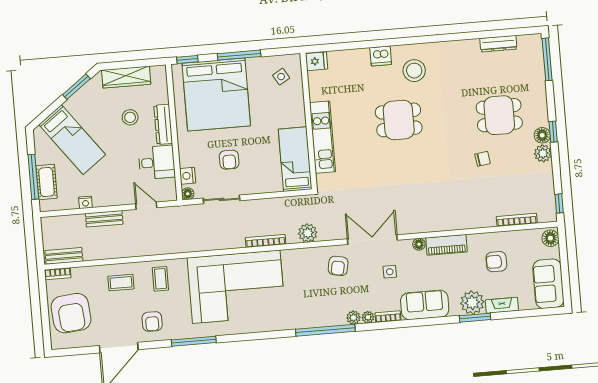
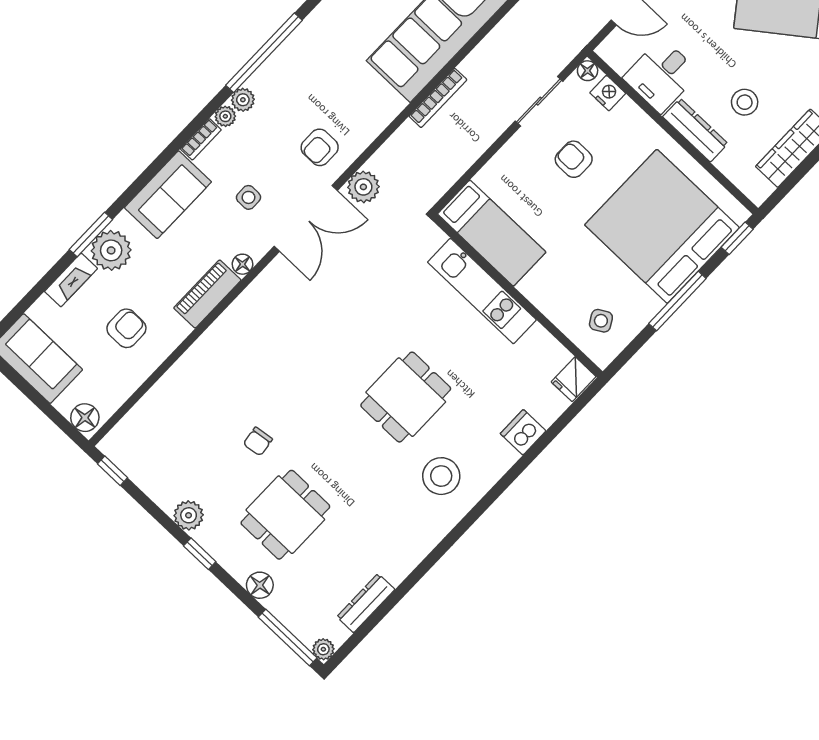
plant: (536, 40) -> (323, 649), added
dishwasher: (381, 56) -> (523, 432), moved
floor lamp: (542, 135) -> (260, 585), moved
bookcase: (517, 220) -> (147, 403), removed
plant: (308, 233) -> (363, 187), moved
armchair: (338, 266) -> (320, 147), turned -101

